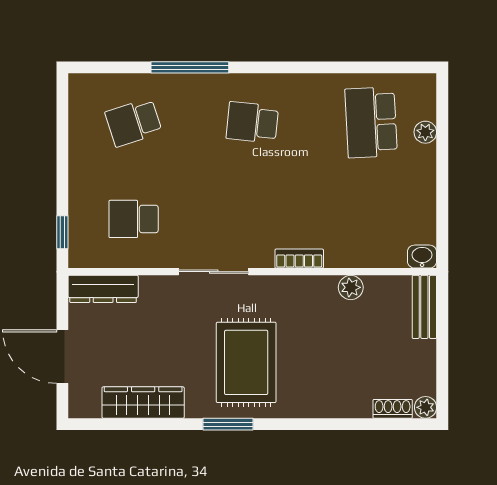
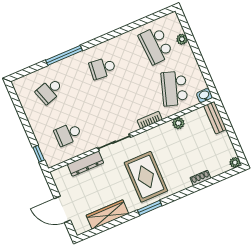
school desk: (371, 219) -> (174, 89), added
dresser: (103, 289) -> (85, 164), moved
shoe rack: (393, 409) -> (200, 178), moved

